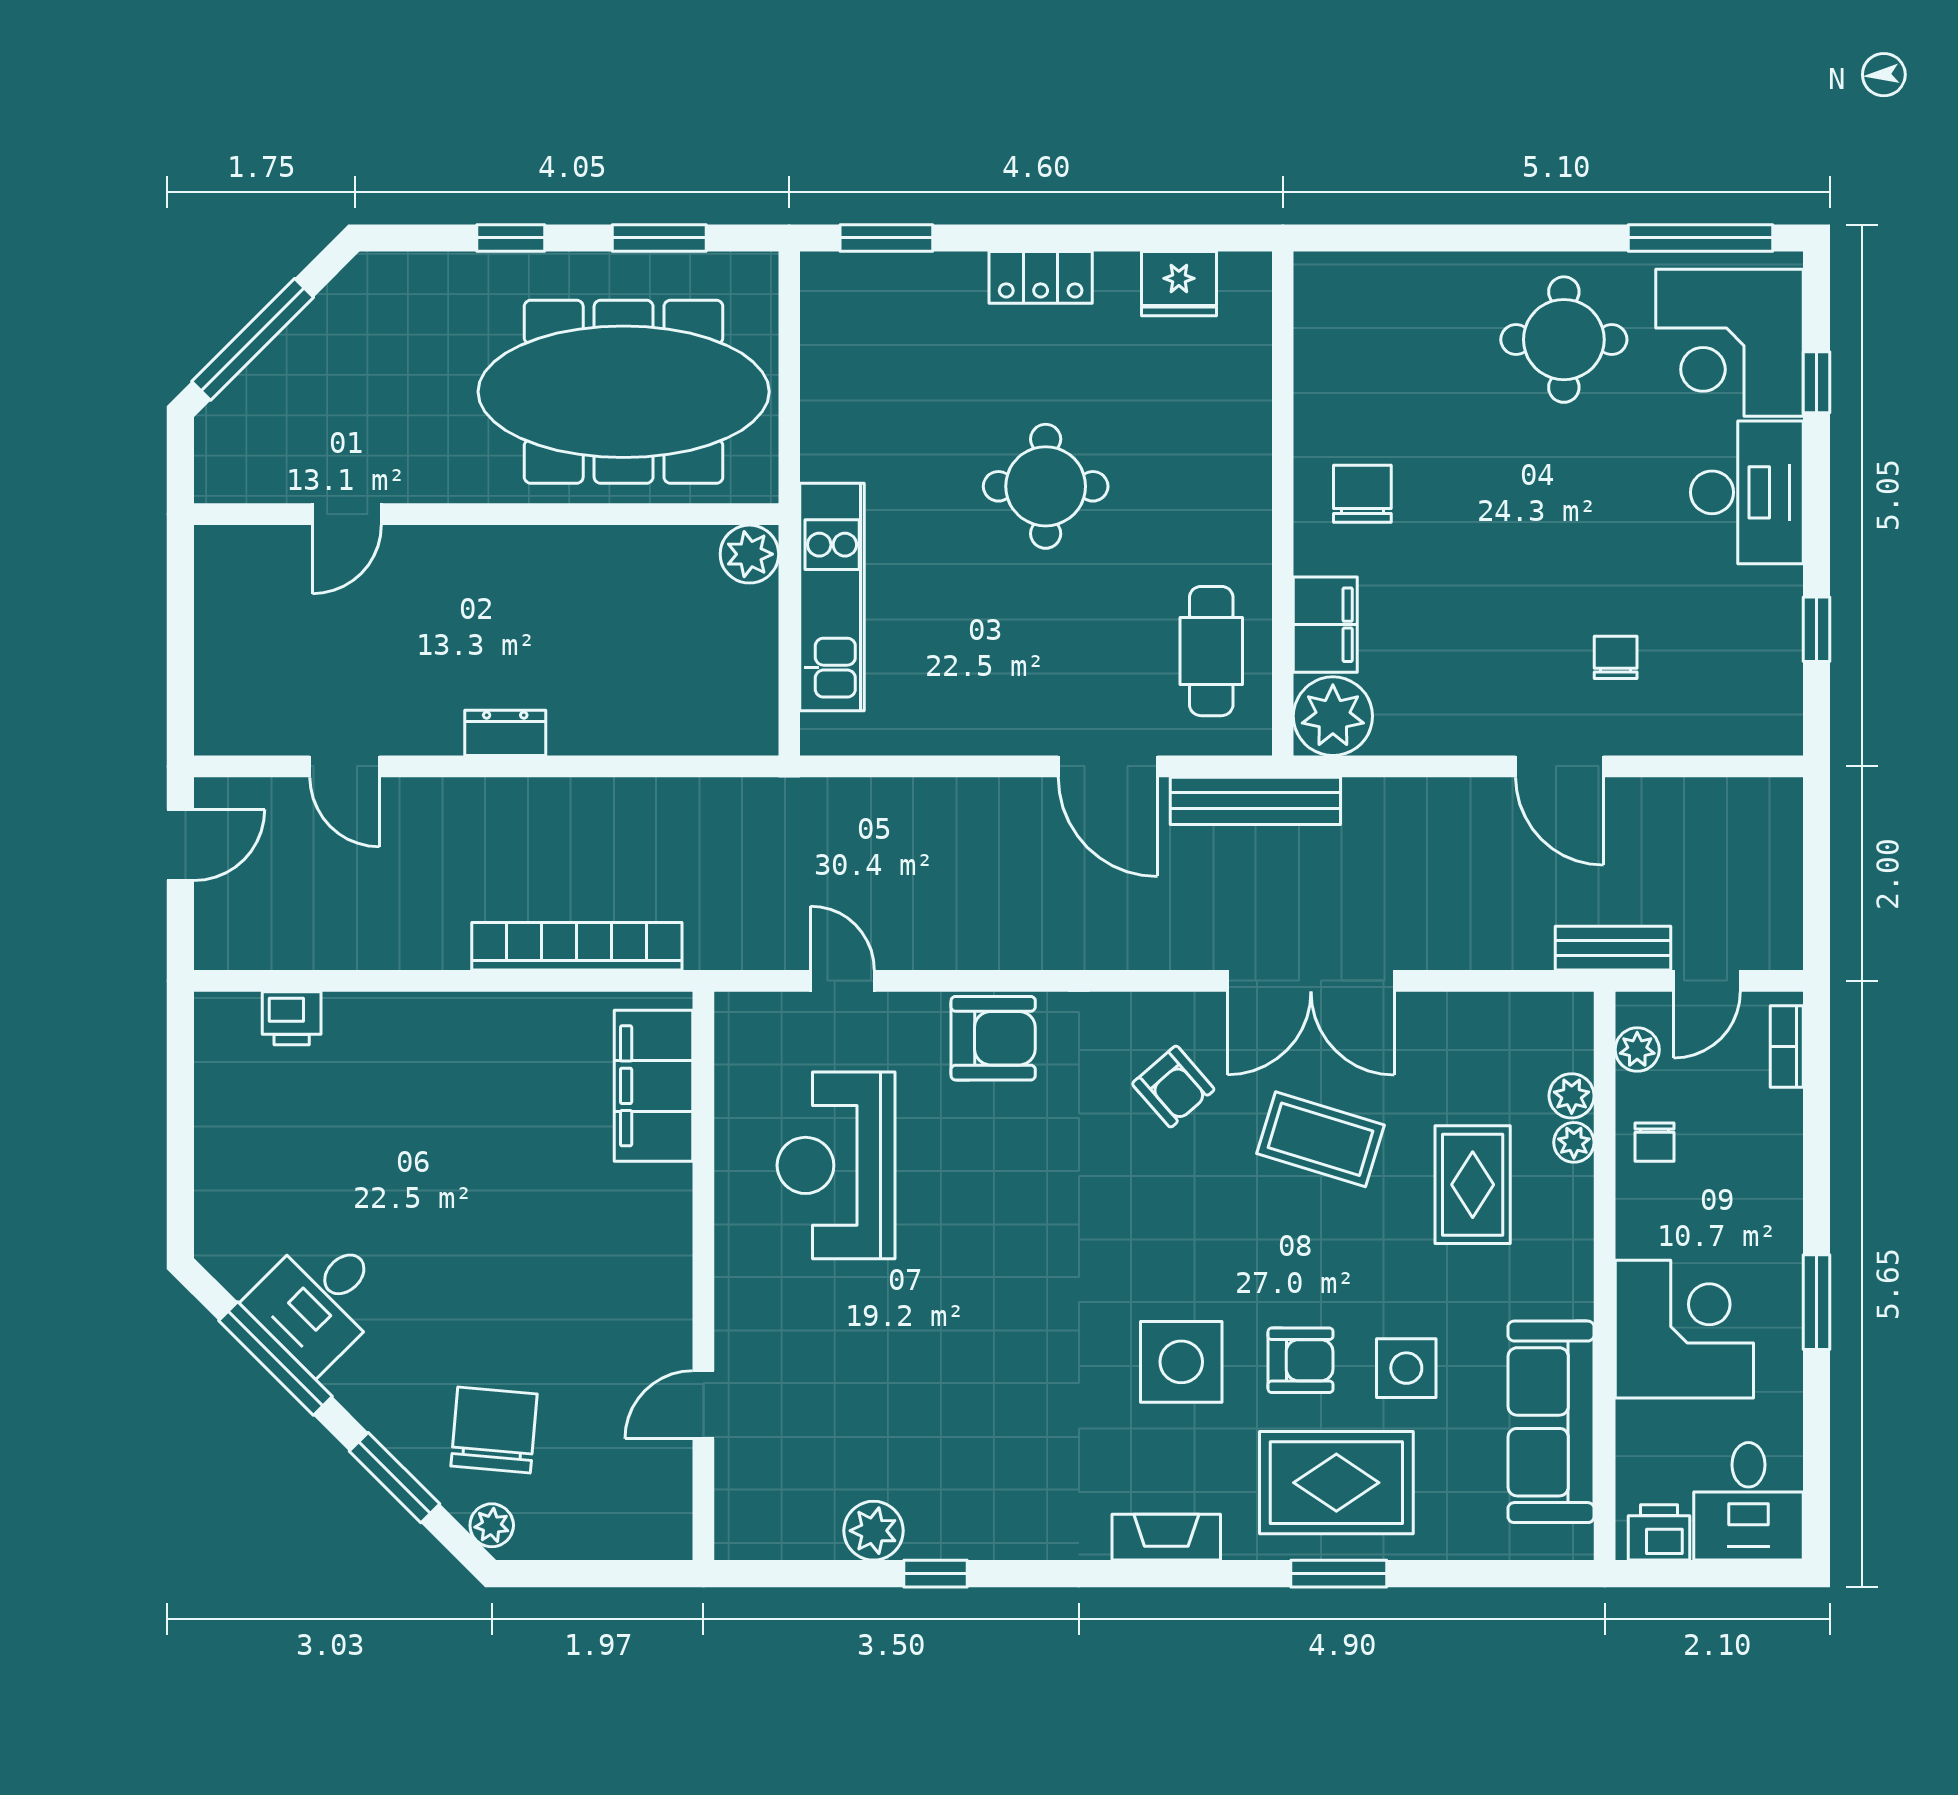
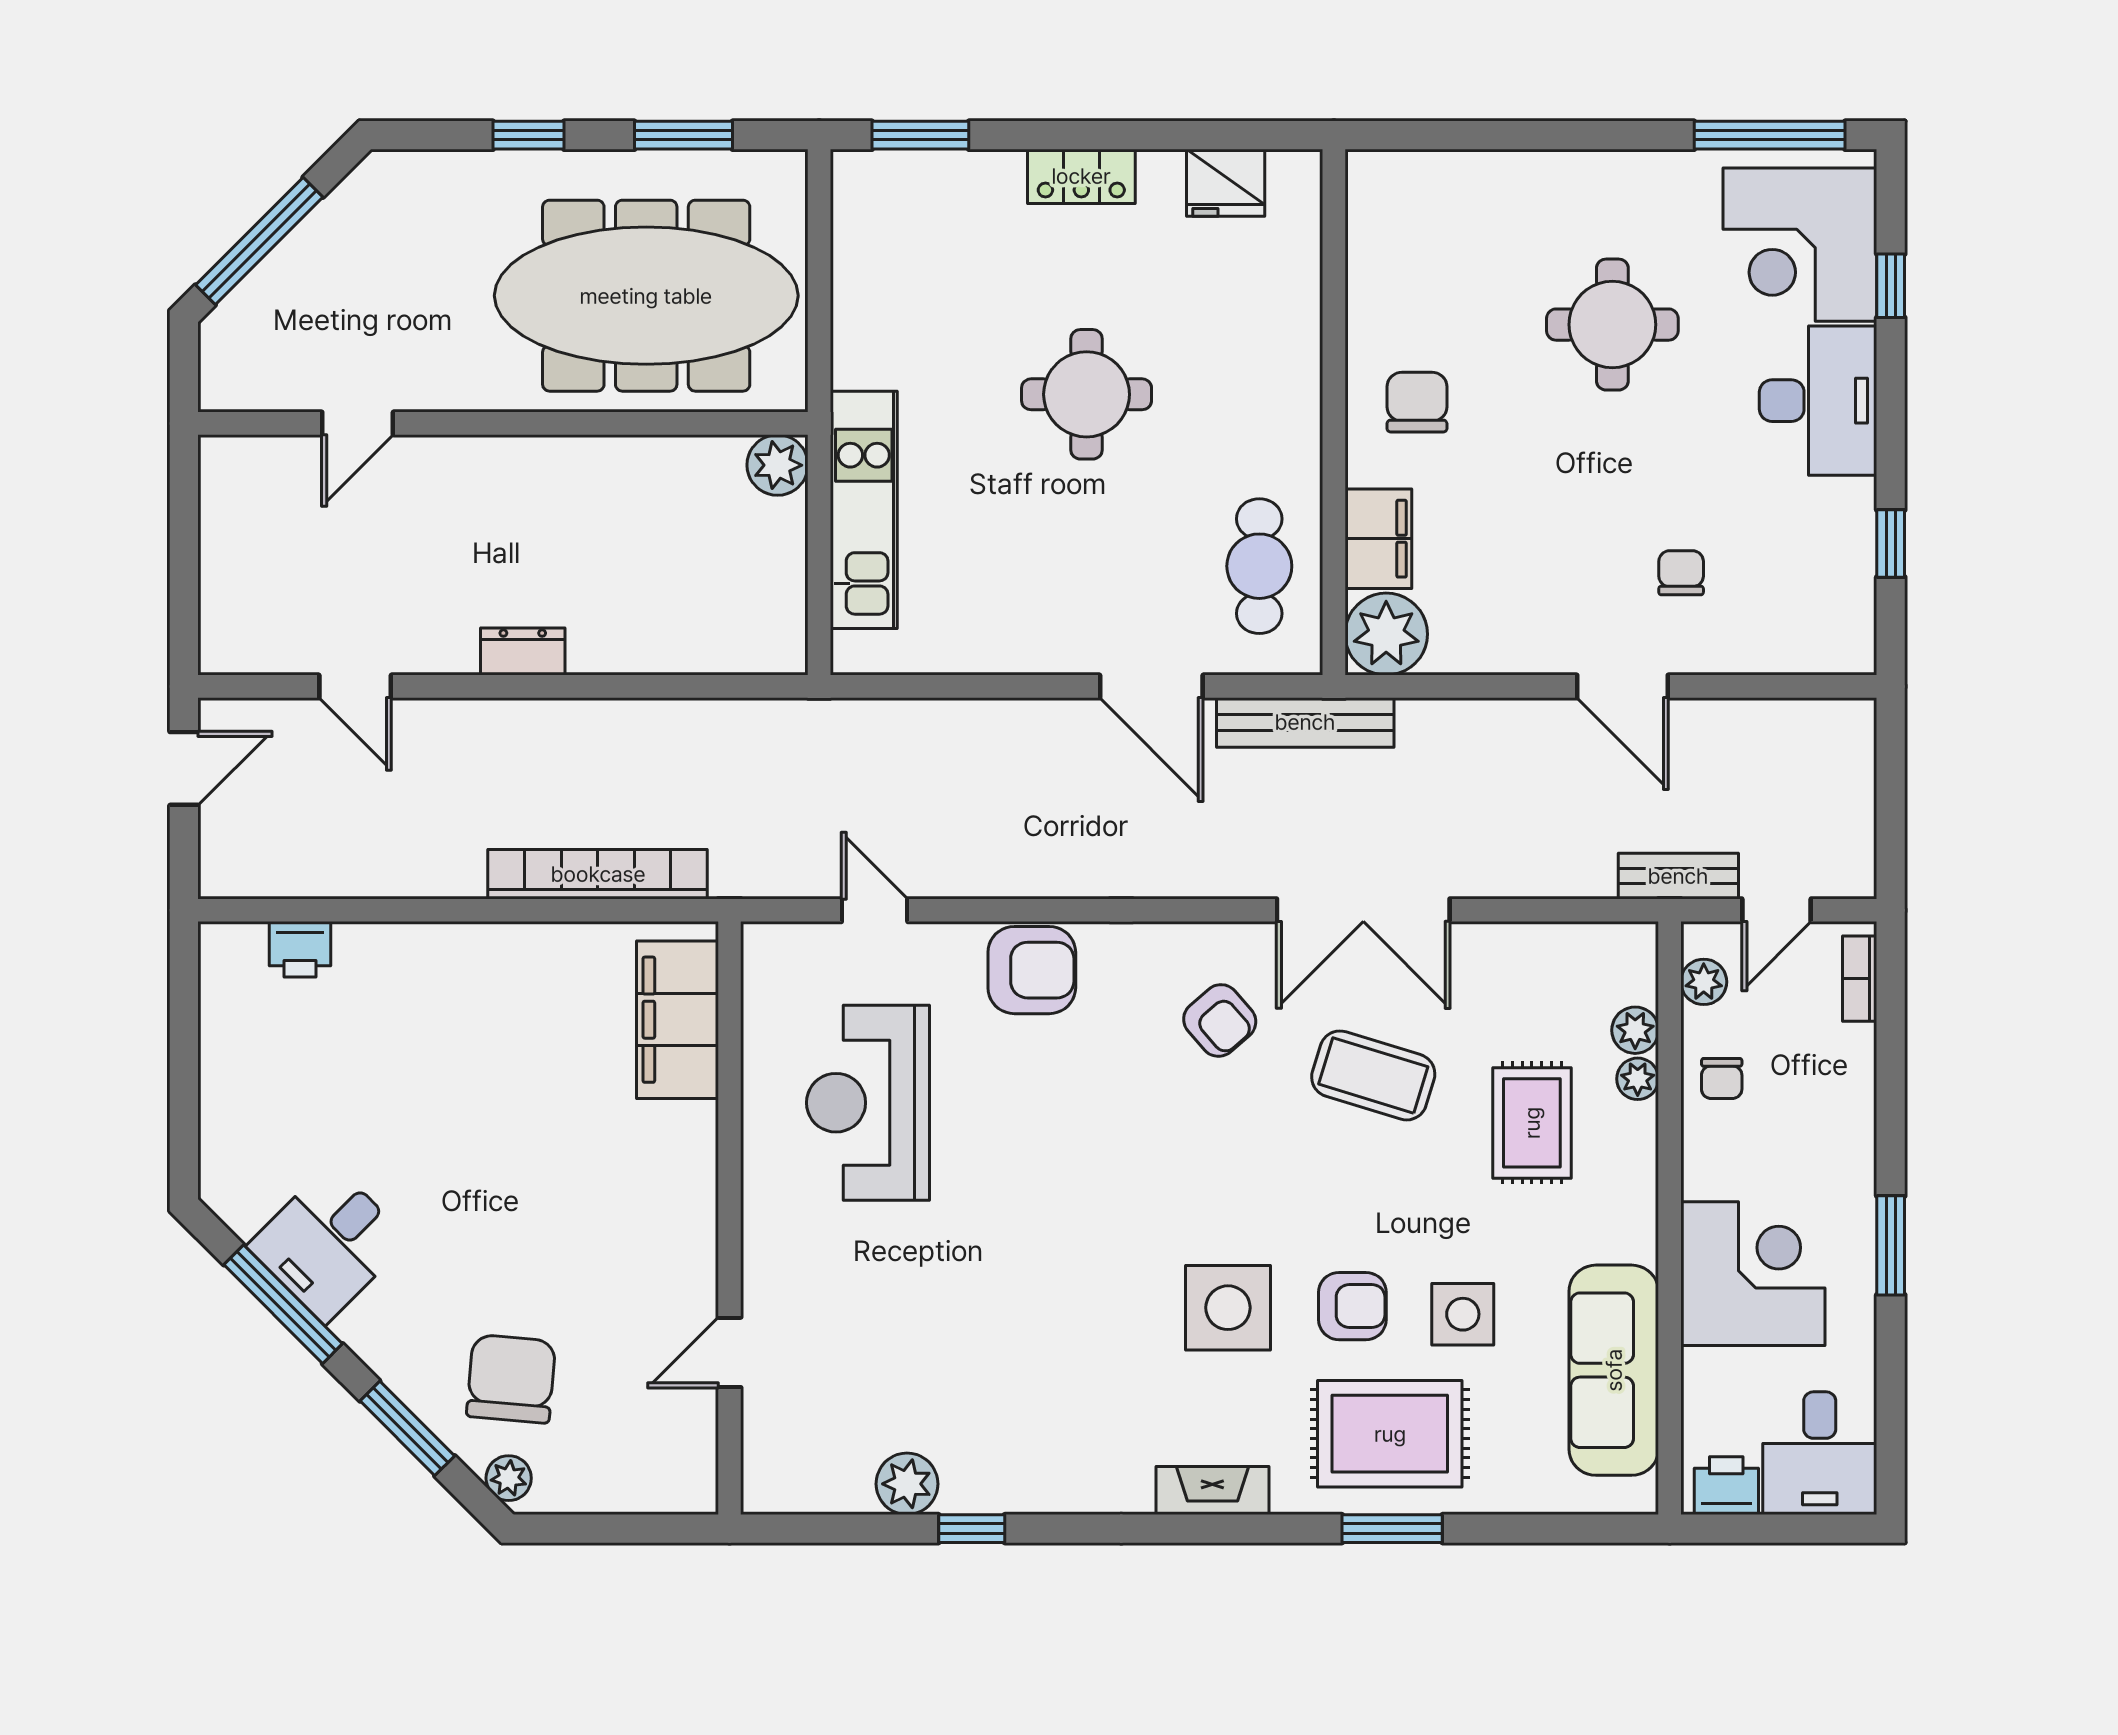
round table: (1564, 340) -> (1612, 325), moved

